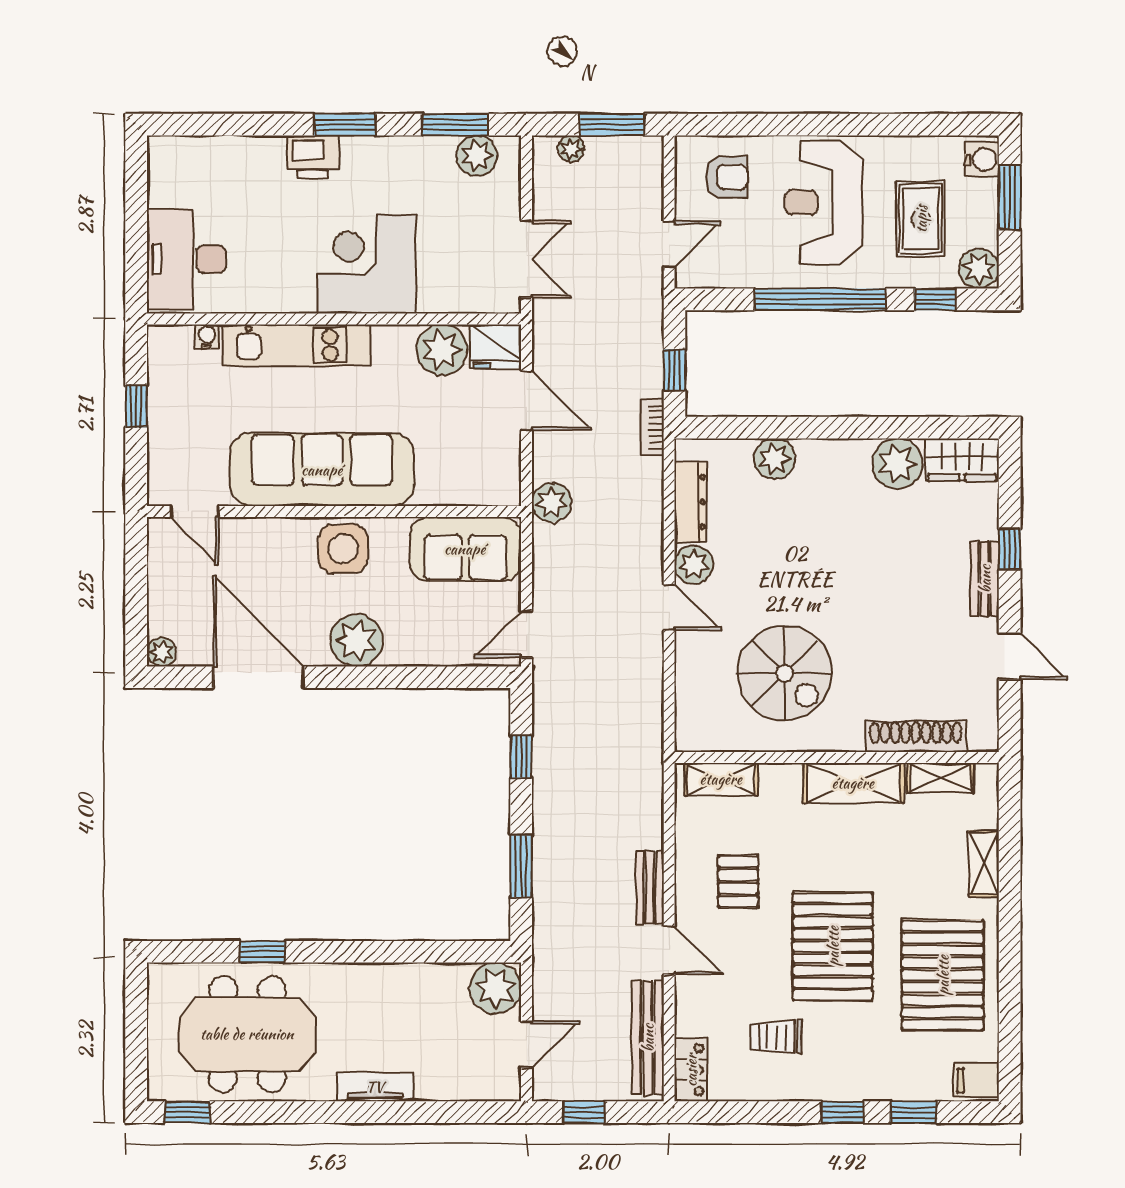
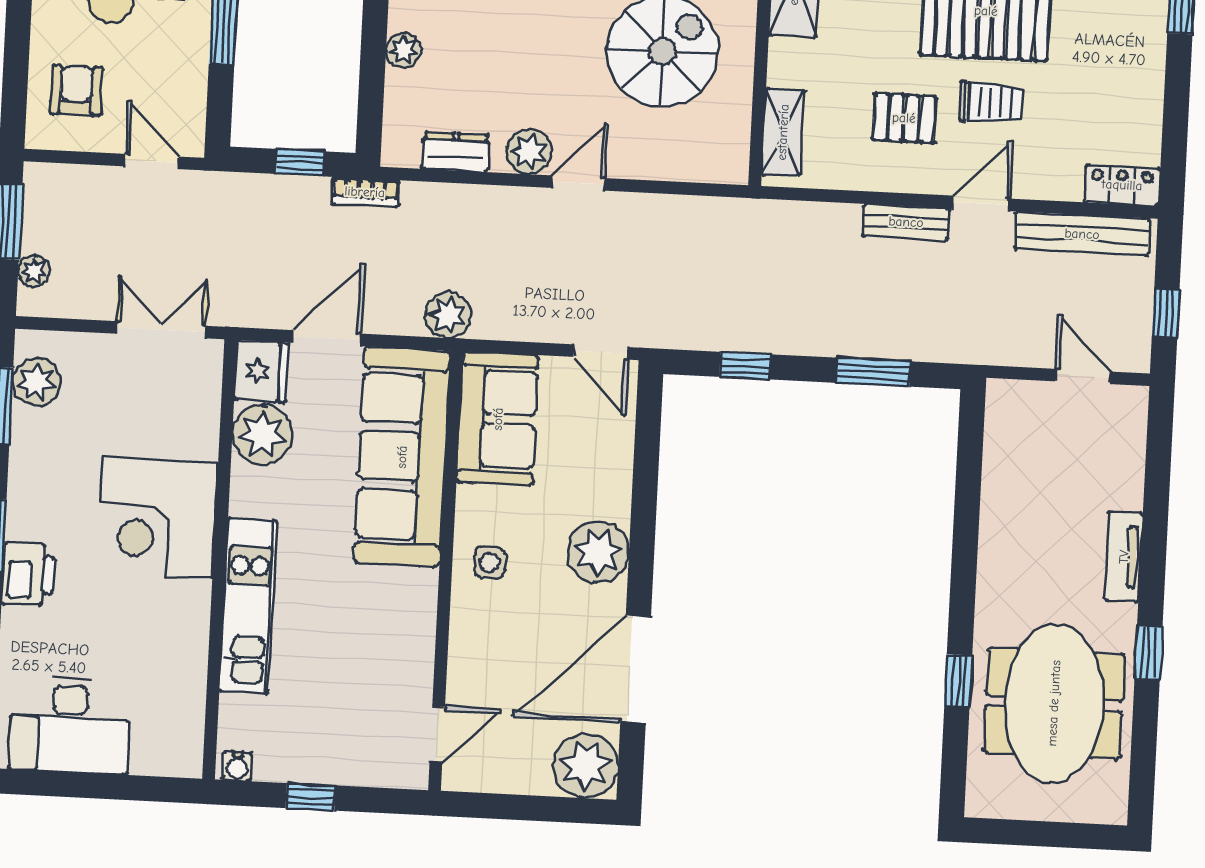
desk: (186, 259) -> (70, 725), moved
water cooler: (207, 336) -> (237, 766), moved, turned -90
plant: (774, 459) -> (403, 50), width x0.73, depth x0.73
sofa: (322, 470) -> (402, 457), moved
dresser: (690, 502) -> (456, 152), width x0.70
side table: (343, 549) -> (490, 562), width x0.54, depth x0.54
plant: (162, 652) -> (586, 766), width x1.88, depth x1.88
plant: (495, 988) -> (1015, 410), removed
trolley: (776, 1037) -> (991, 102), moved, turned -90
window: (187, 1112) -> (1148, 653), moved

